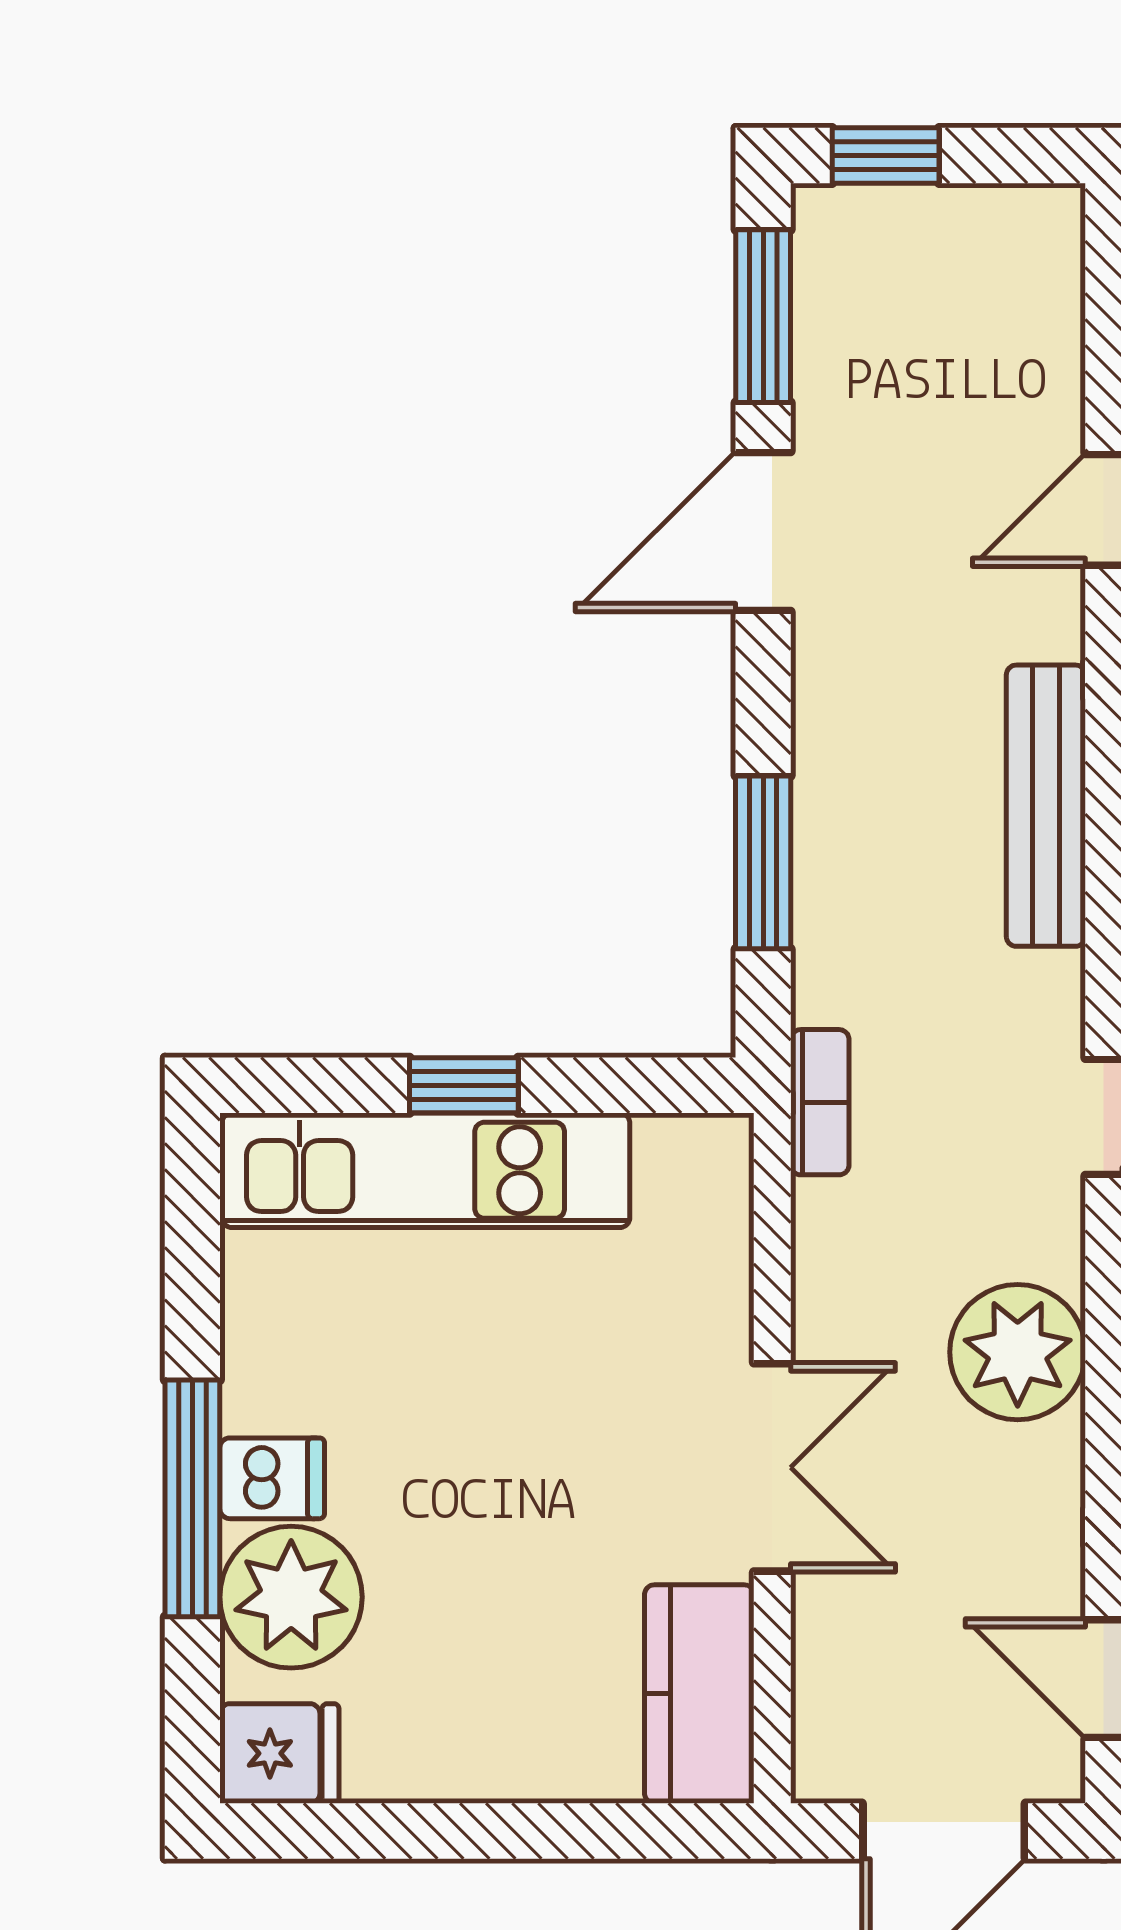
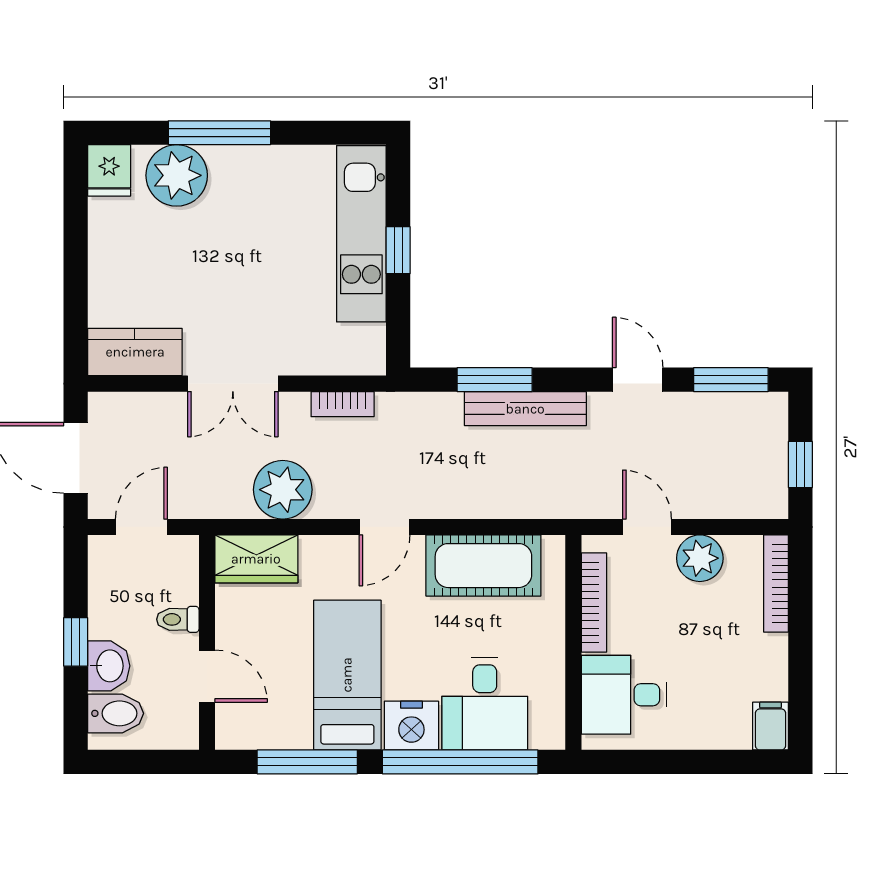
window: (886, 155) -> (800, 465), moved
door: (763, 532) -> (638, 380), width x0.73
bench: (1046, 806) -> (525, 409), moved
bookcase: (820, 1102) -> (343, 404), moved
dishwasher: (272, 1478) -> (228, 167), removed

